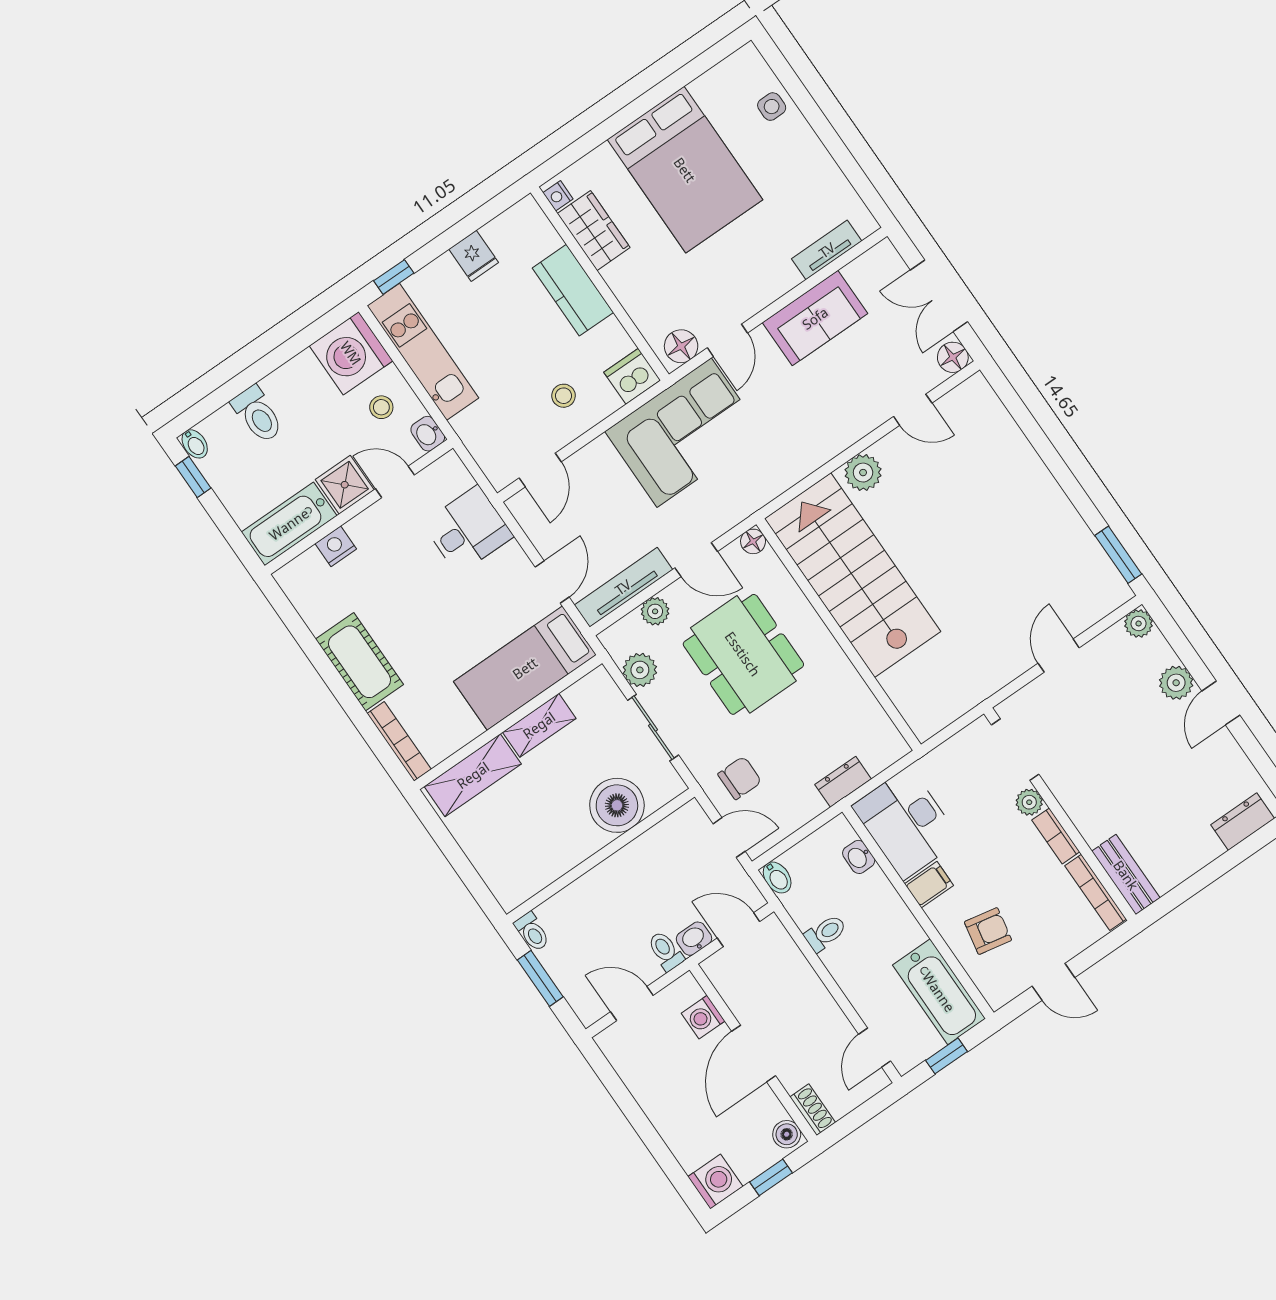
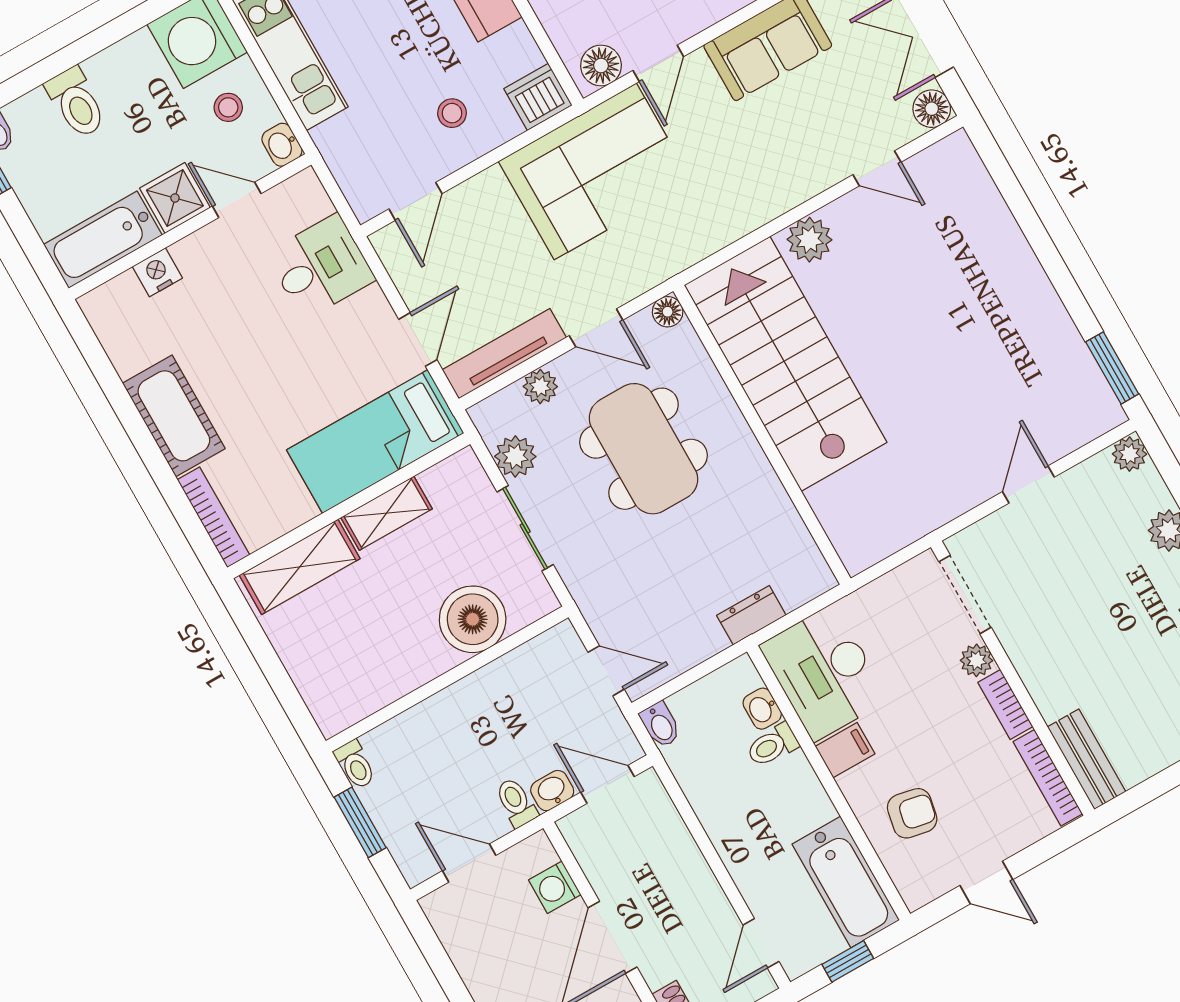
chair: (740, 778) -> (625, 599), removed
toilet: (825, 933) -> (772, 745), moved, turned 180

